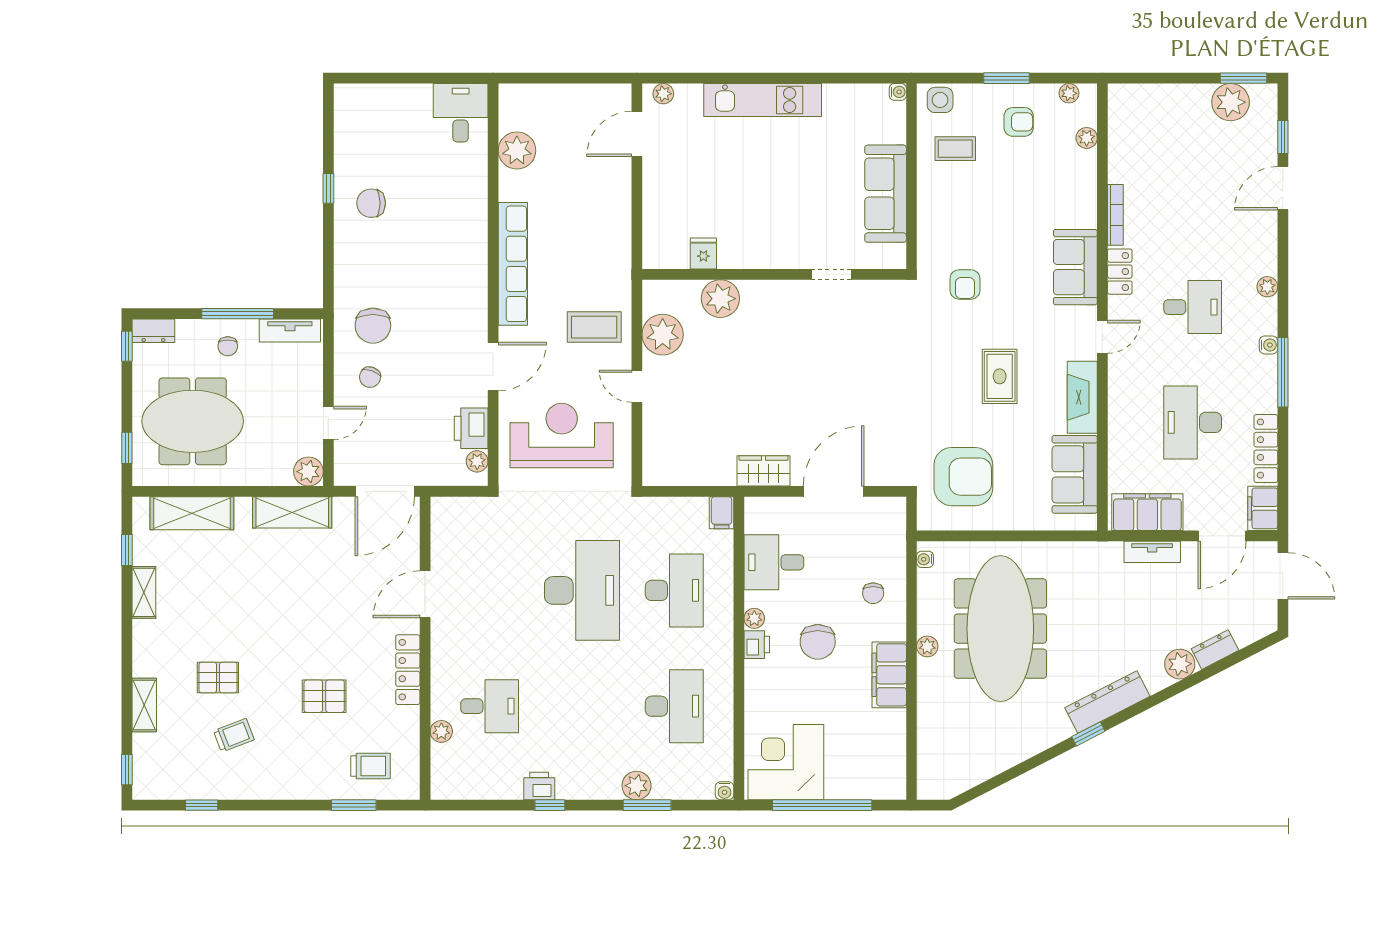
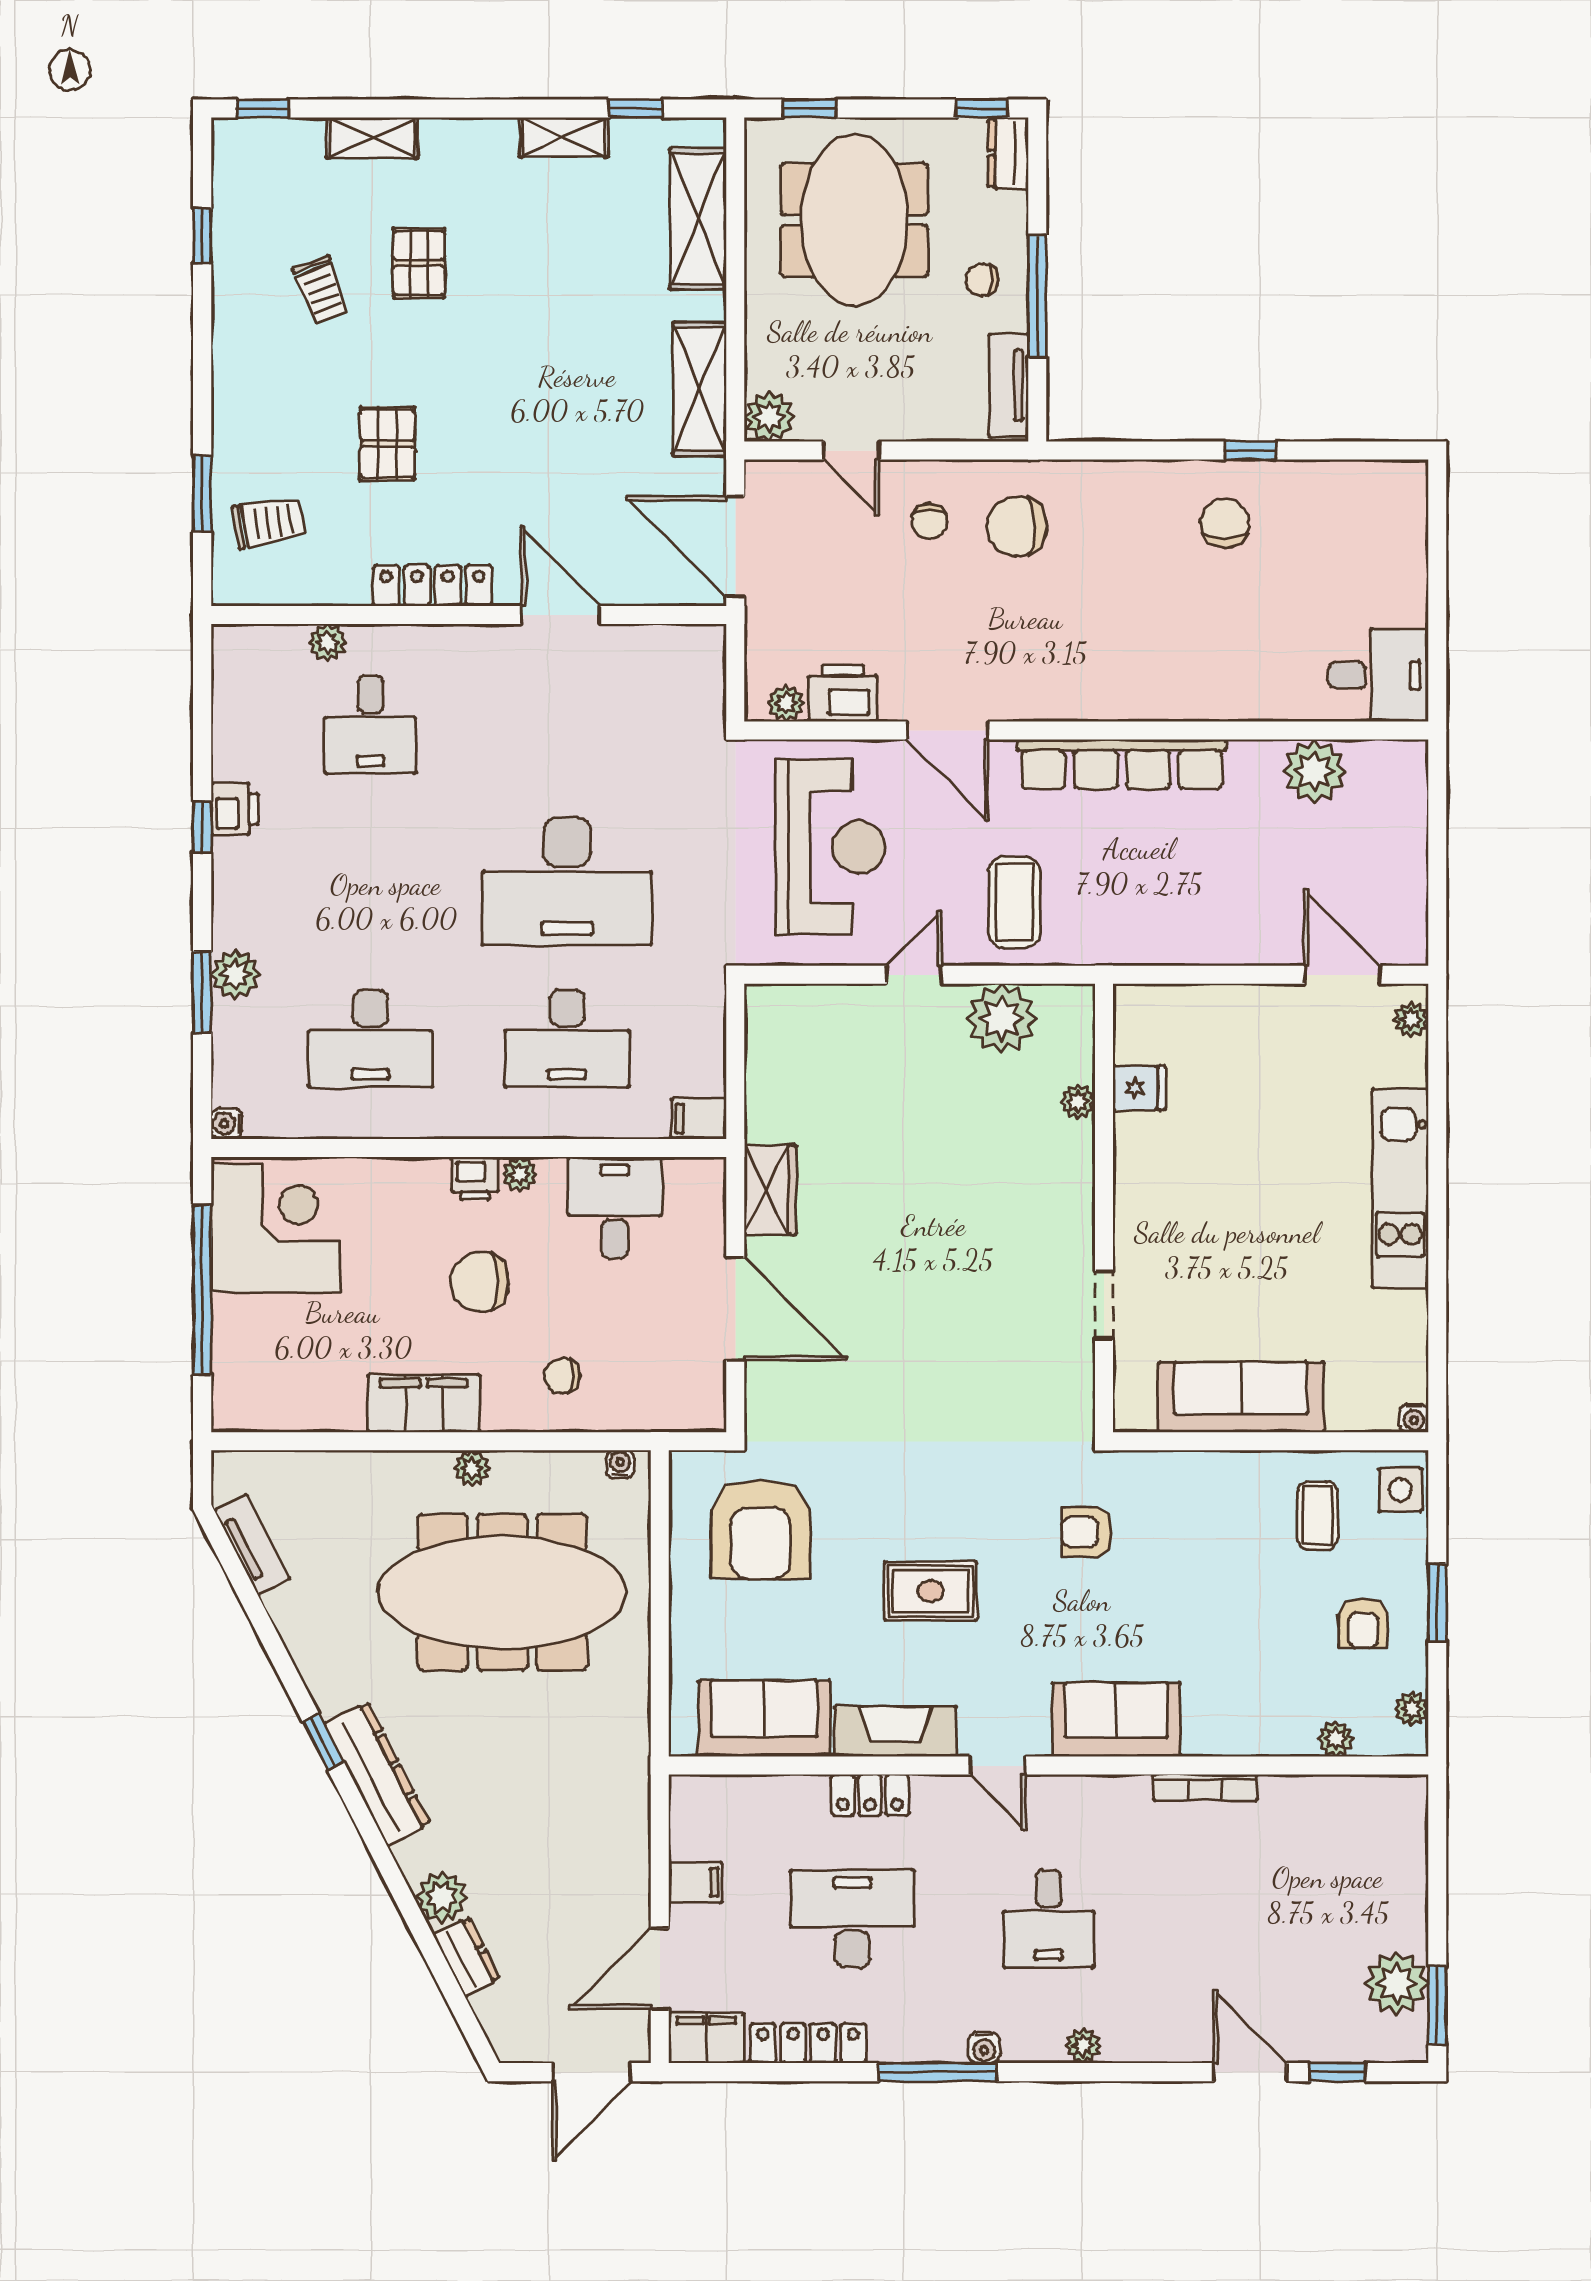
locker: (1120, 272) -> (870, 1795), moved
plant: (720, 299) -> (1078, 1102), width x0.53, depth x0.53
chair: (370, 377) -> (929, 521), turned -109
filing cabinet: (1147, 512) -> (695, 1882), width x0.33, depth x0.86
door: (1222, 536) -> (660, 1969), hinge flipped
tv unit: (1152, 552) -> (252, 1545), moved, turned 153
trolley: (370, 766) -> (269, 522), turned -100

